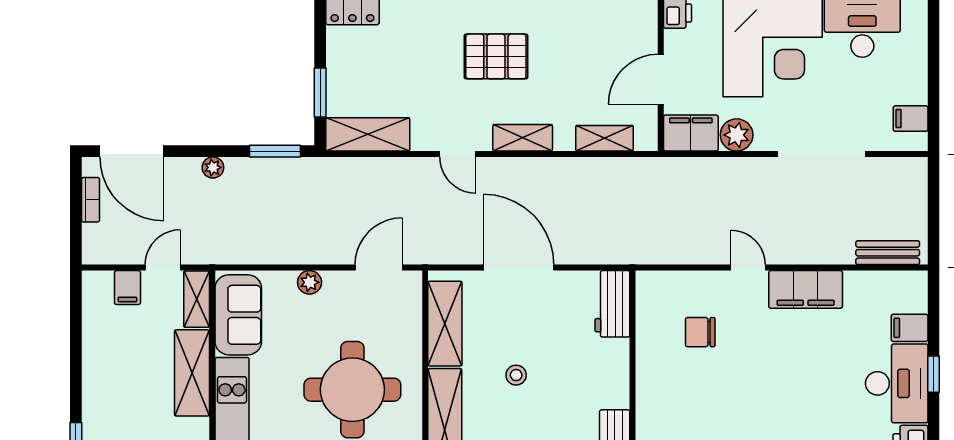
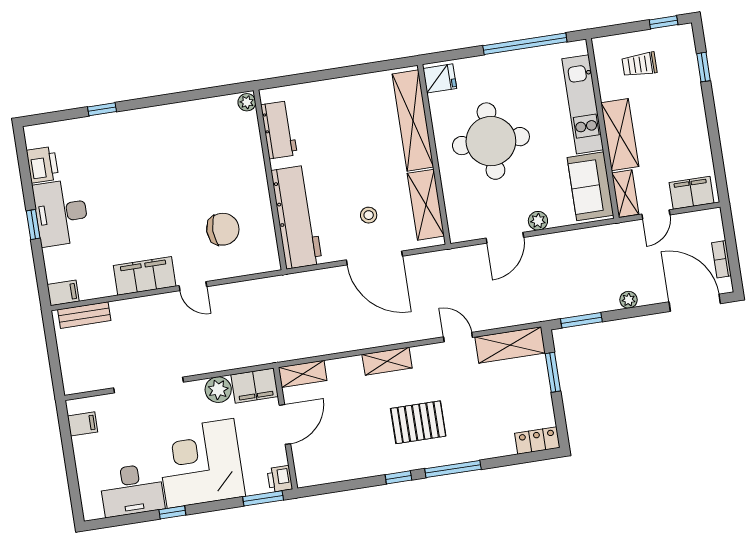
shelving: (604, 138) -> (303, 374), moved
door: (458, 154) -> (458, 337), moved
door: (379, 268) -> (505, 238), moved
filing cabinet: (127, 288) -> (692, 193), width x2.00
workbench: (612, 304) -> (297, 217), width x1.88, depth x1.32
filing cabinet: (910, 328) -> (63, 293), moved
chair: (700, 332) -> (223, 229), width x1.37, depth x1.37
stool: (516, 375) -> (369, 215), moved

